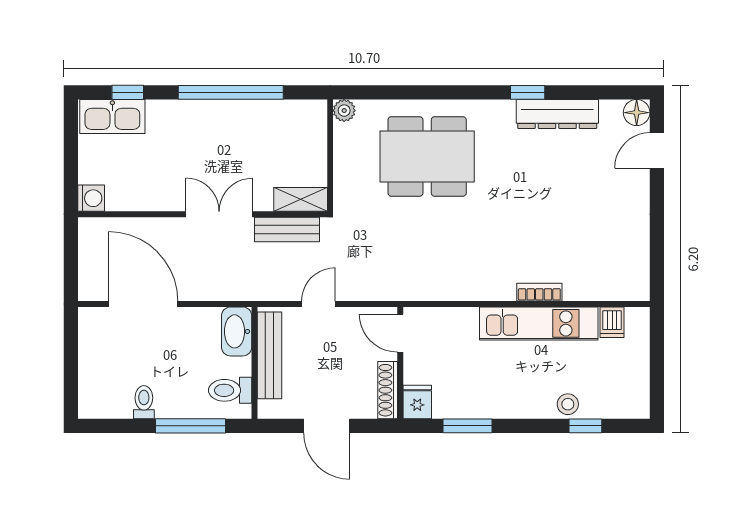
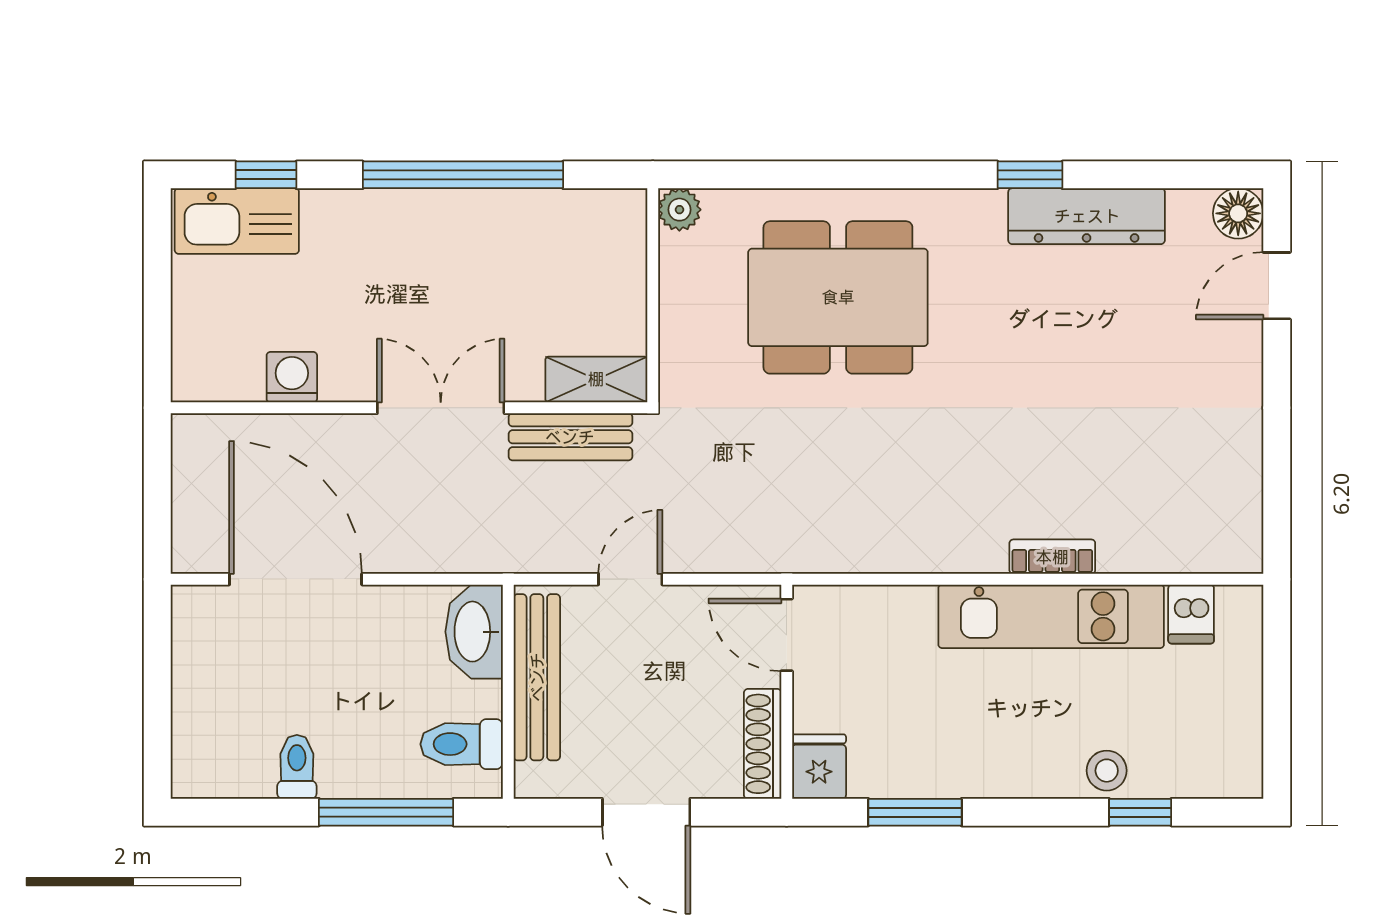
washing machine: (91, 198) -> (292, 377), moved, turned -90

